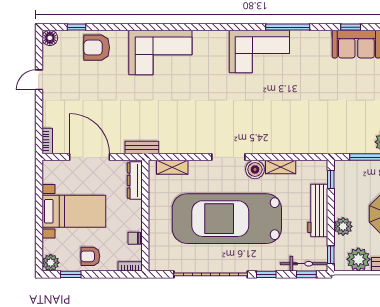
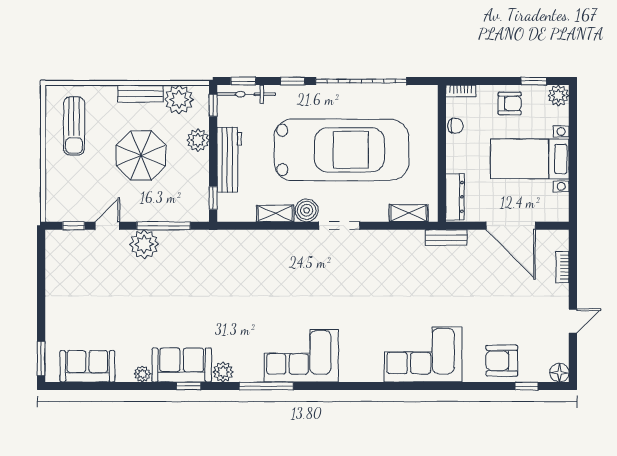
plant: (323, 38) -> (223, 372), added
armchair: (97, 48) -> (502, 361), turned 180
bookcase: (47, 141) -> (563, 267), moved

